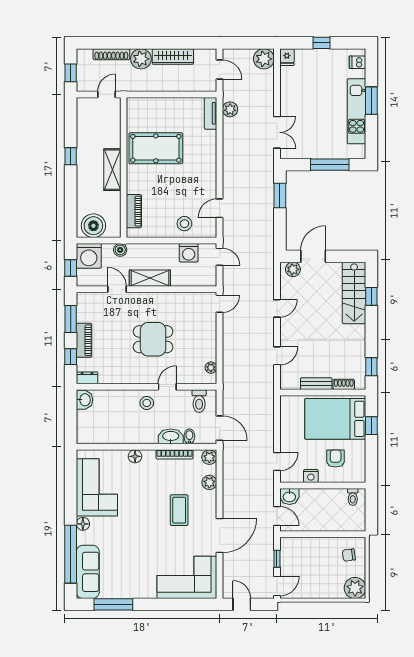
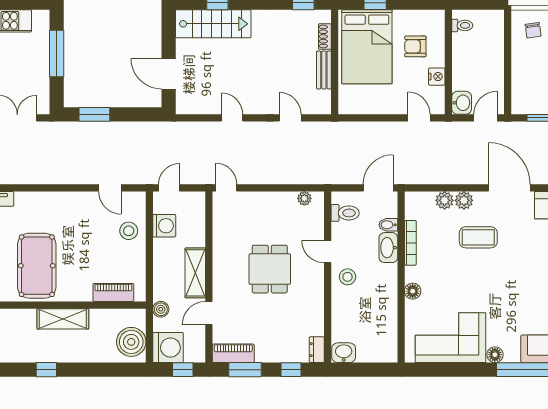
plant: (293, 269) -> (185, 98), removed
piano: (84, 340) -> (233, 353), moved
plant: (209, 457) -> (464, 200), moved

